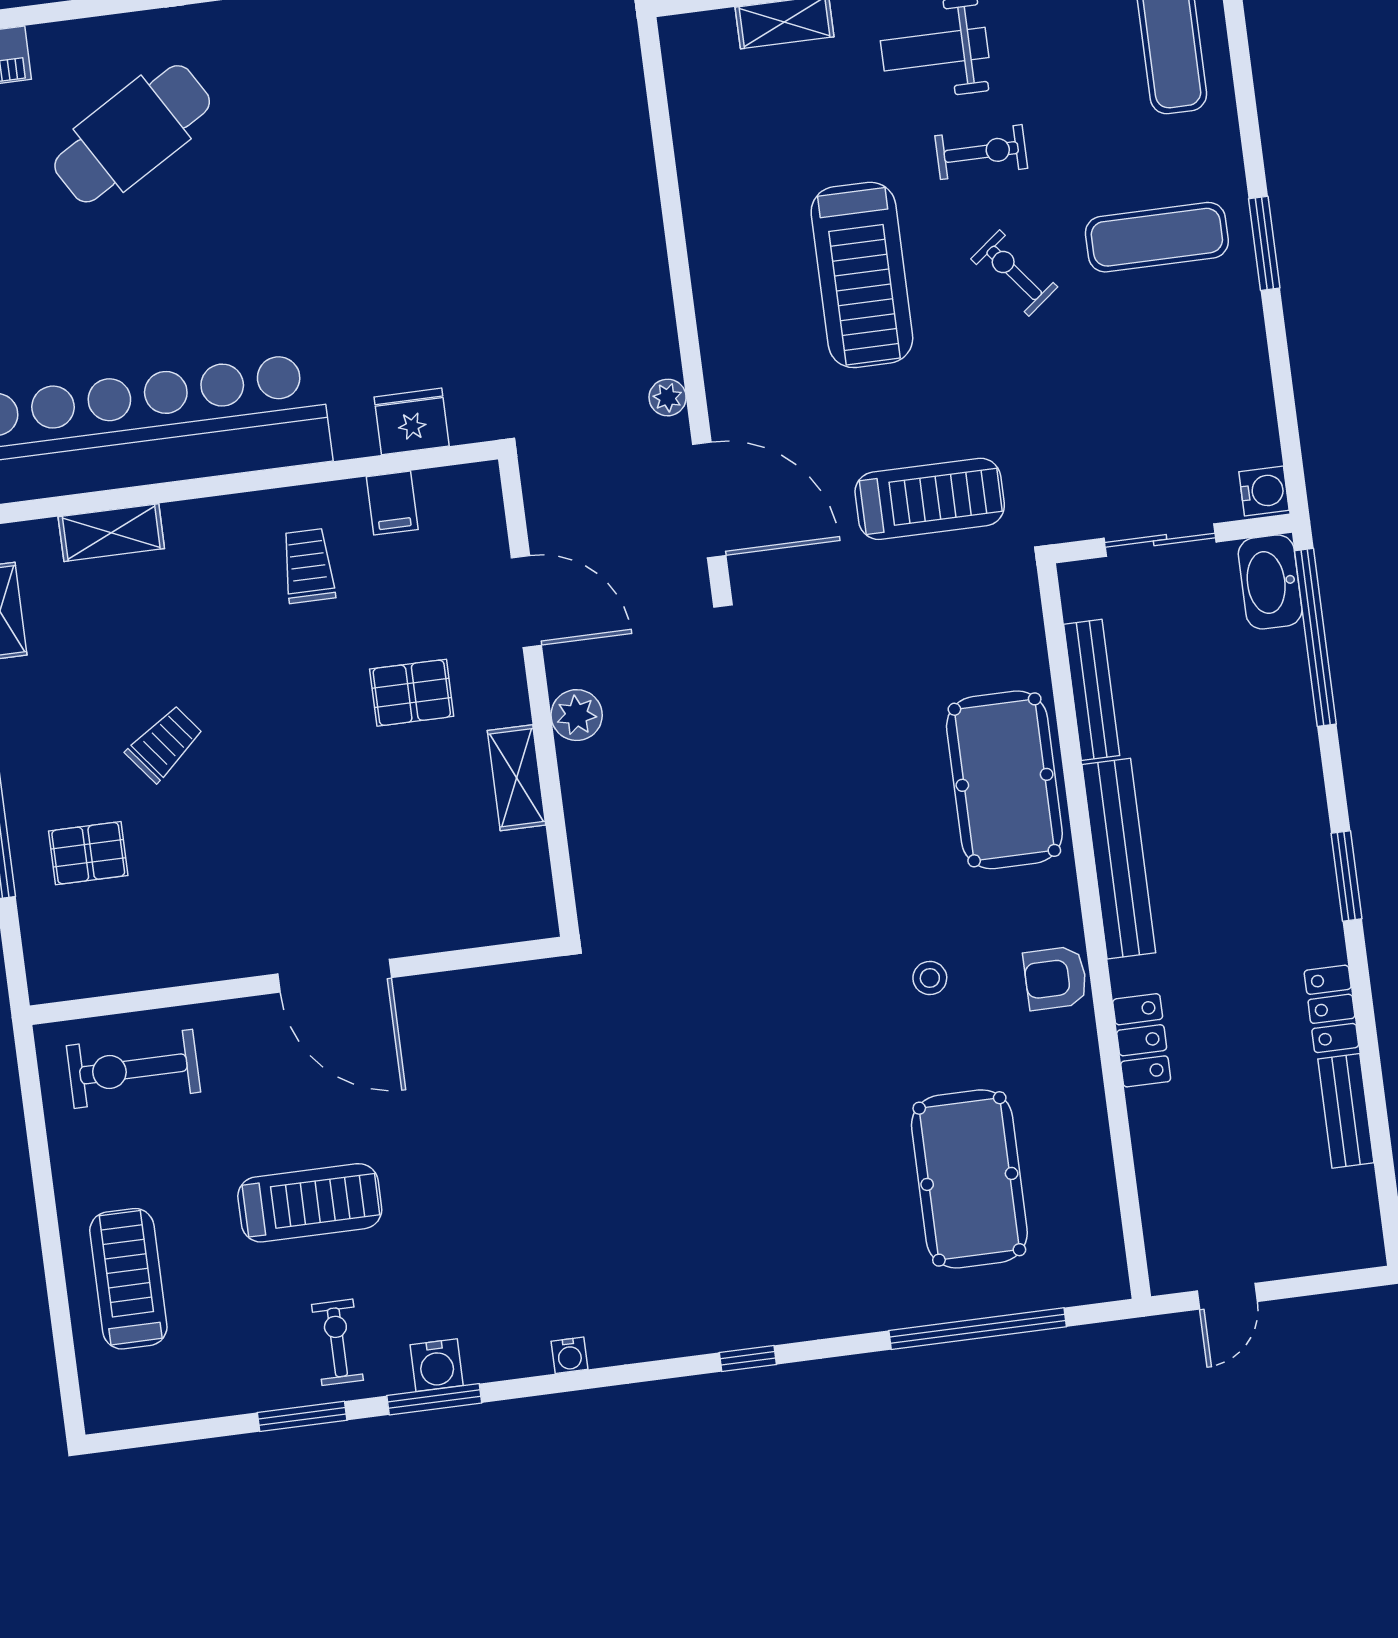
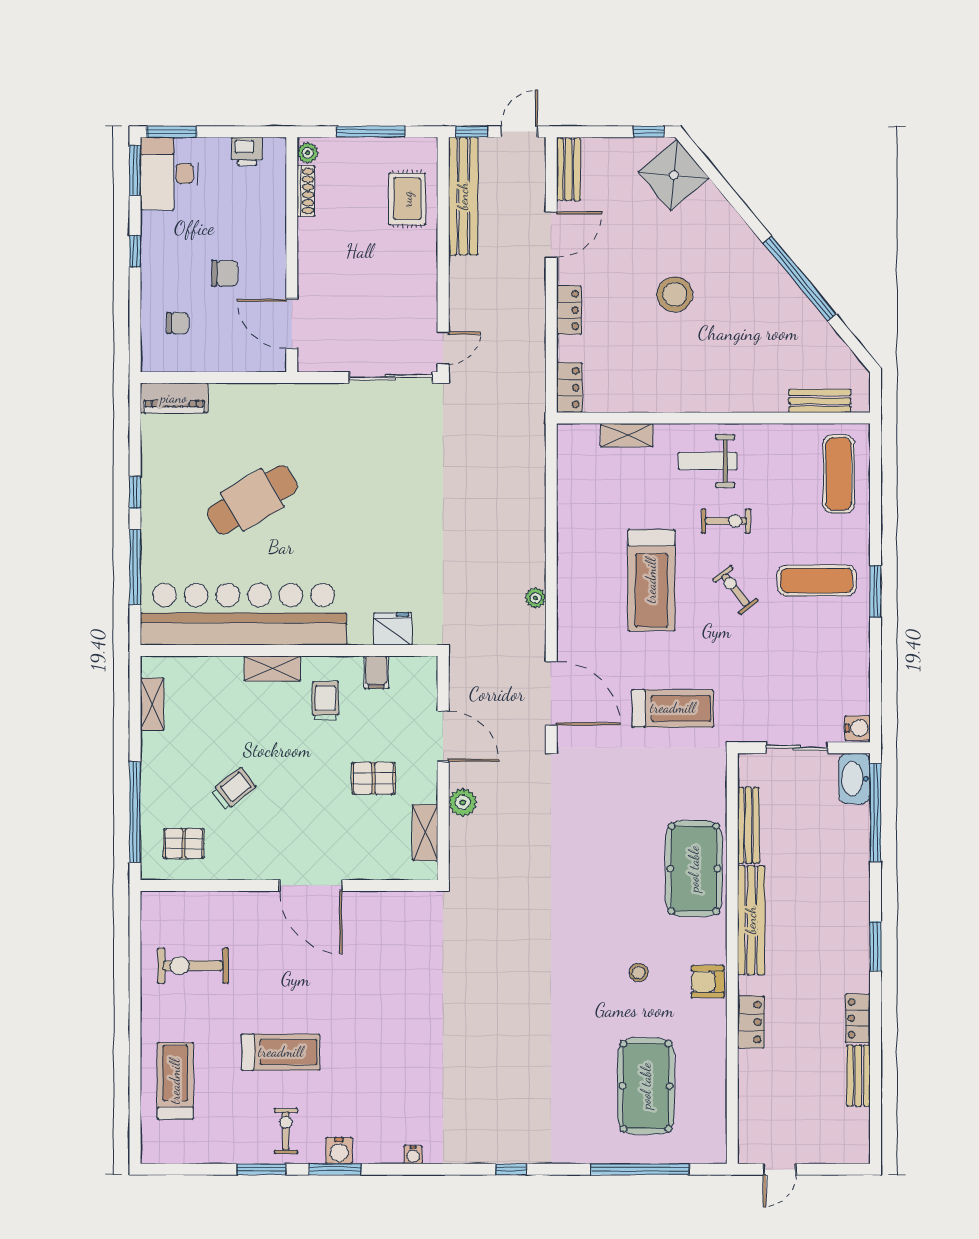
cafe table: (132, 134) -> (252, 500), moved
plant: (668, 398) -> (536, 598), moved
shelving: (111, 533) -> (272, 668), moved
door: (335, 976) -> (311, 886), moved
wall: (296, 981) -> (289, 886), moved

